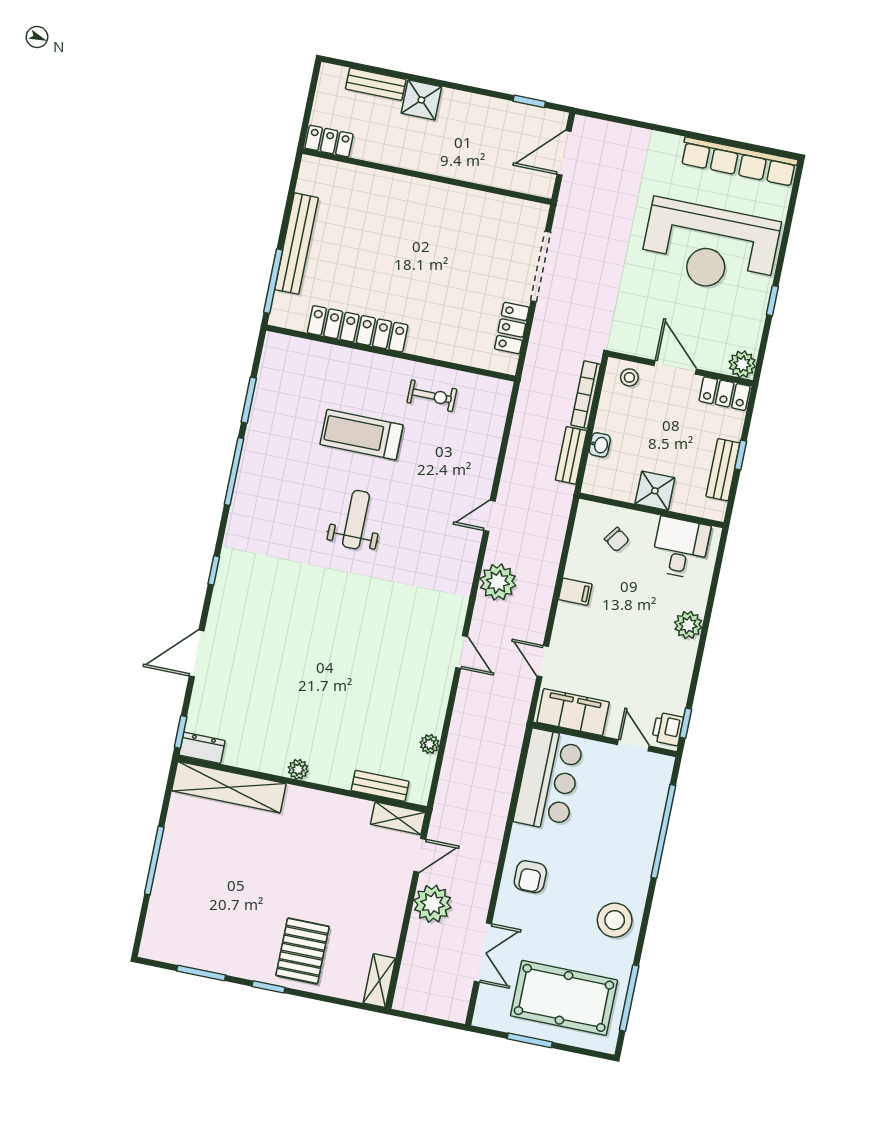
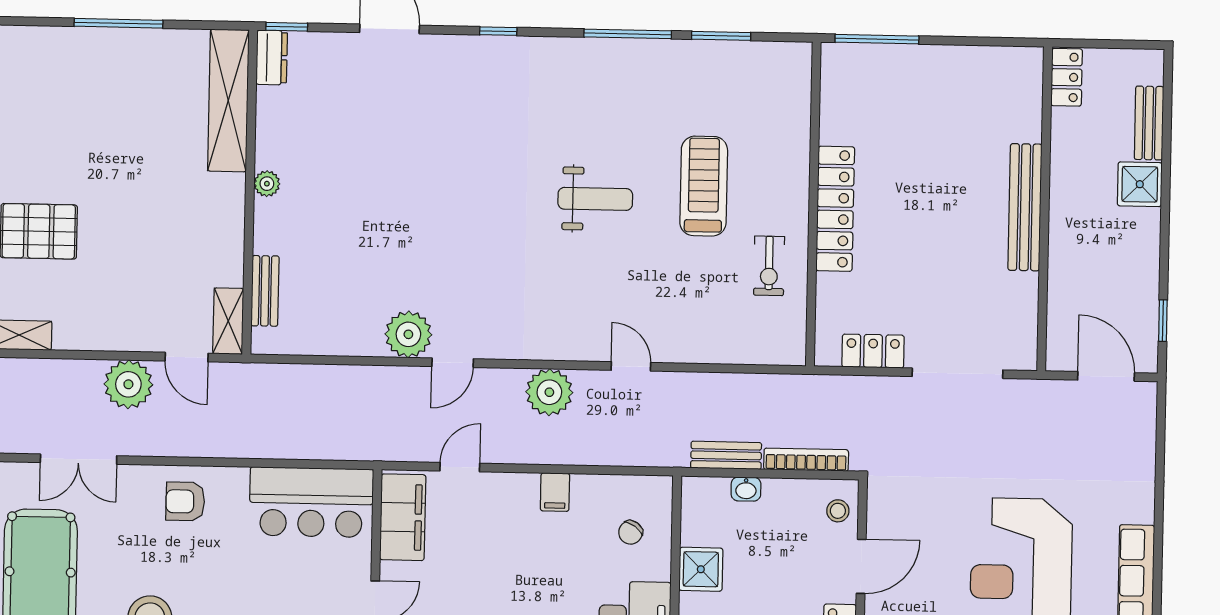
bench: (296, 244) -> (1025, 207), moved, turned 90
locker: (358, 329) -> (835, 209), moved
plant: (430, 744) -> (408, 334), moved, width x1.88, depth x1.88

